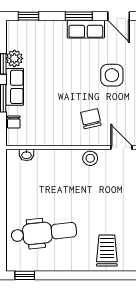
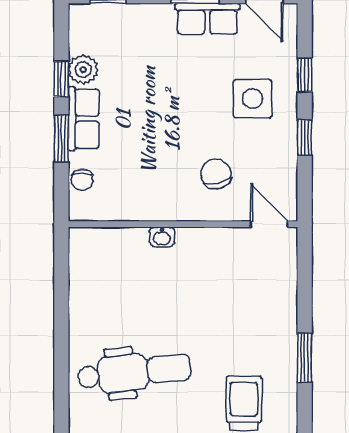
washbasin: (27, 155) -> (162, 237), moved
stool: (90, 158) -> (215, 243), removed

